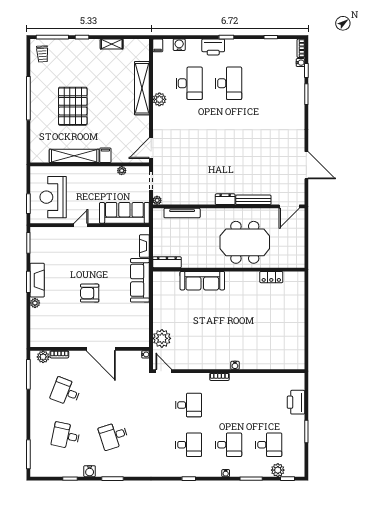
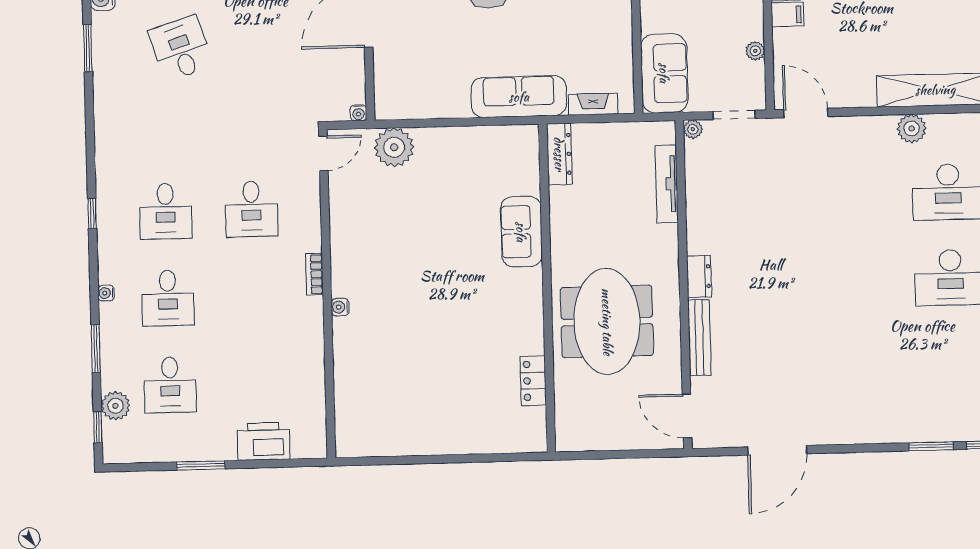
sofa: (124, 213) -> (664, 73), width x0.73
sofa: (202, 281) -> (521, 232), width x0.73

